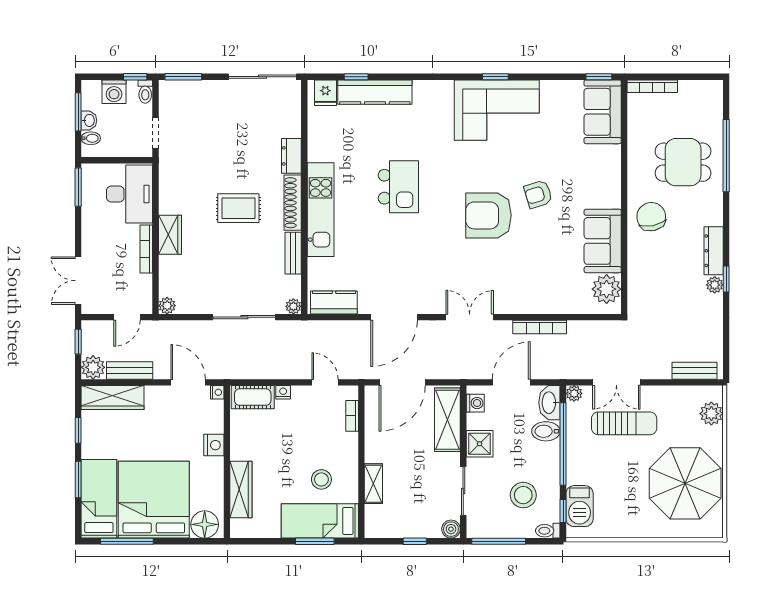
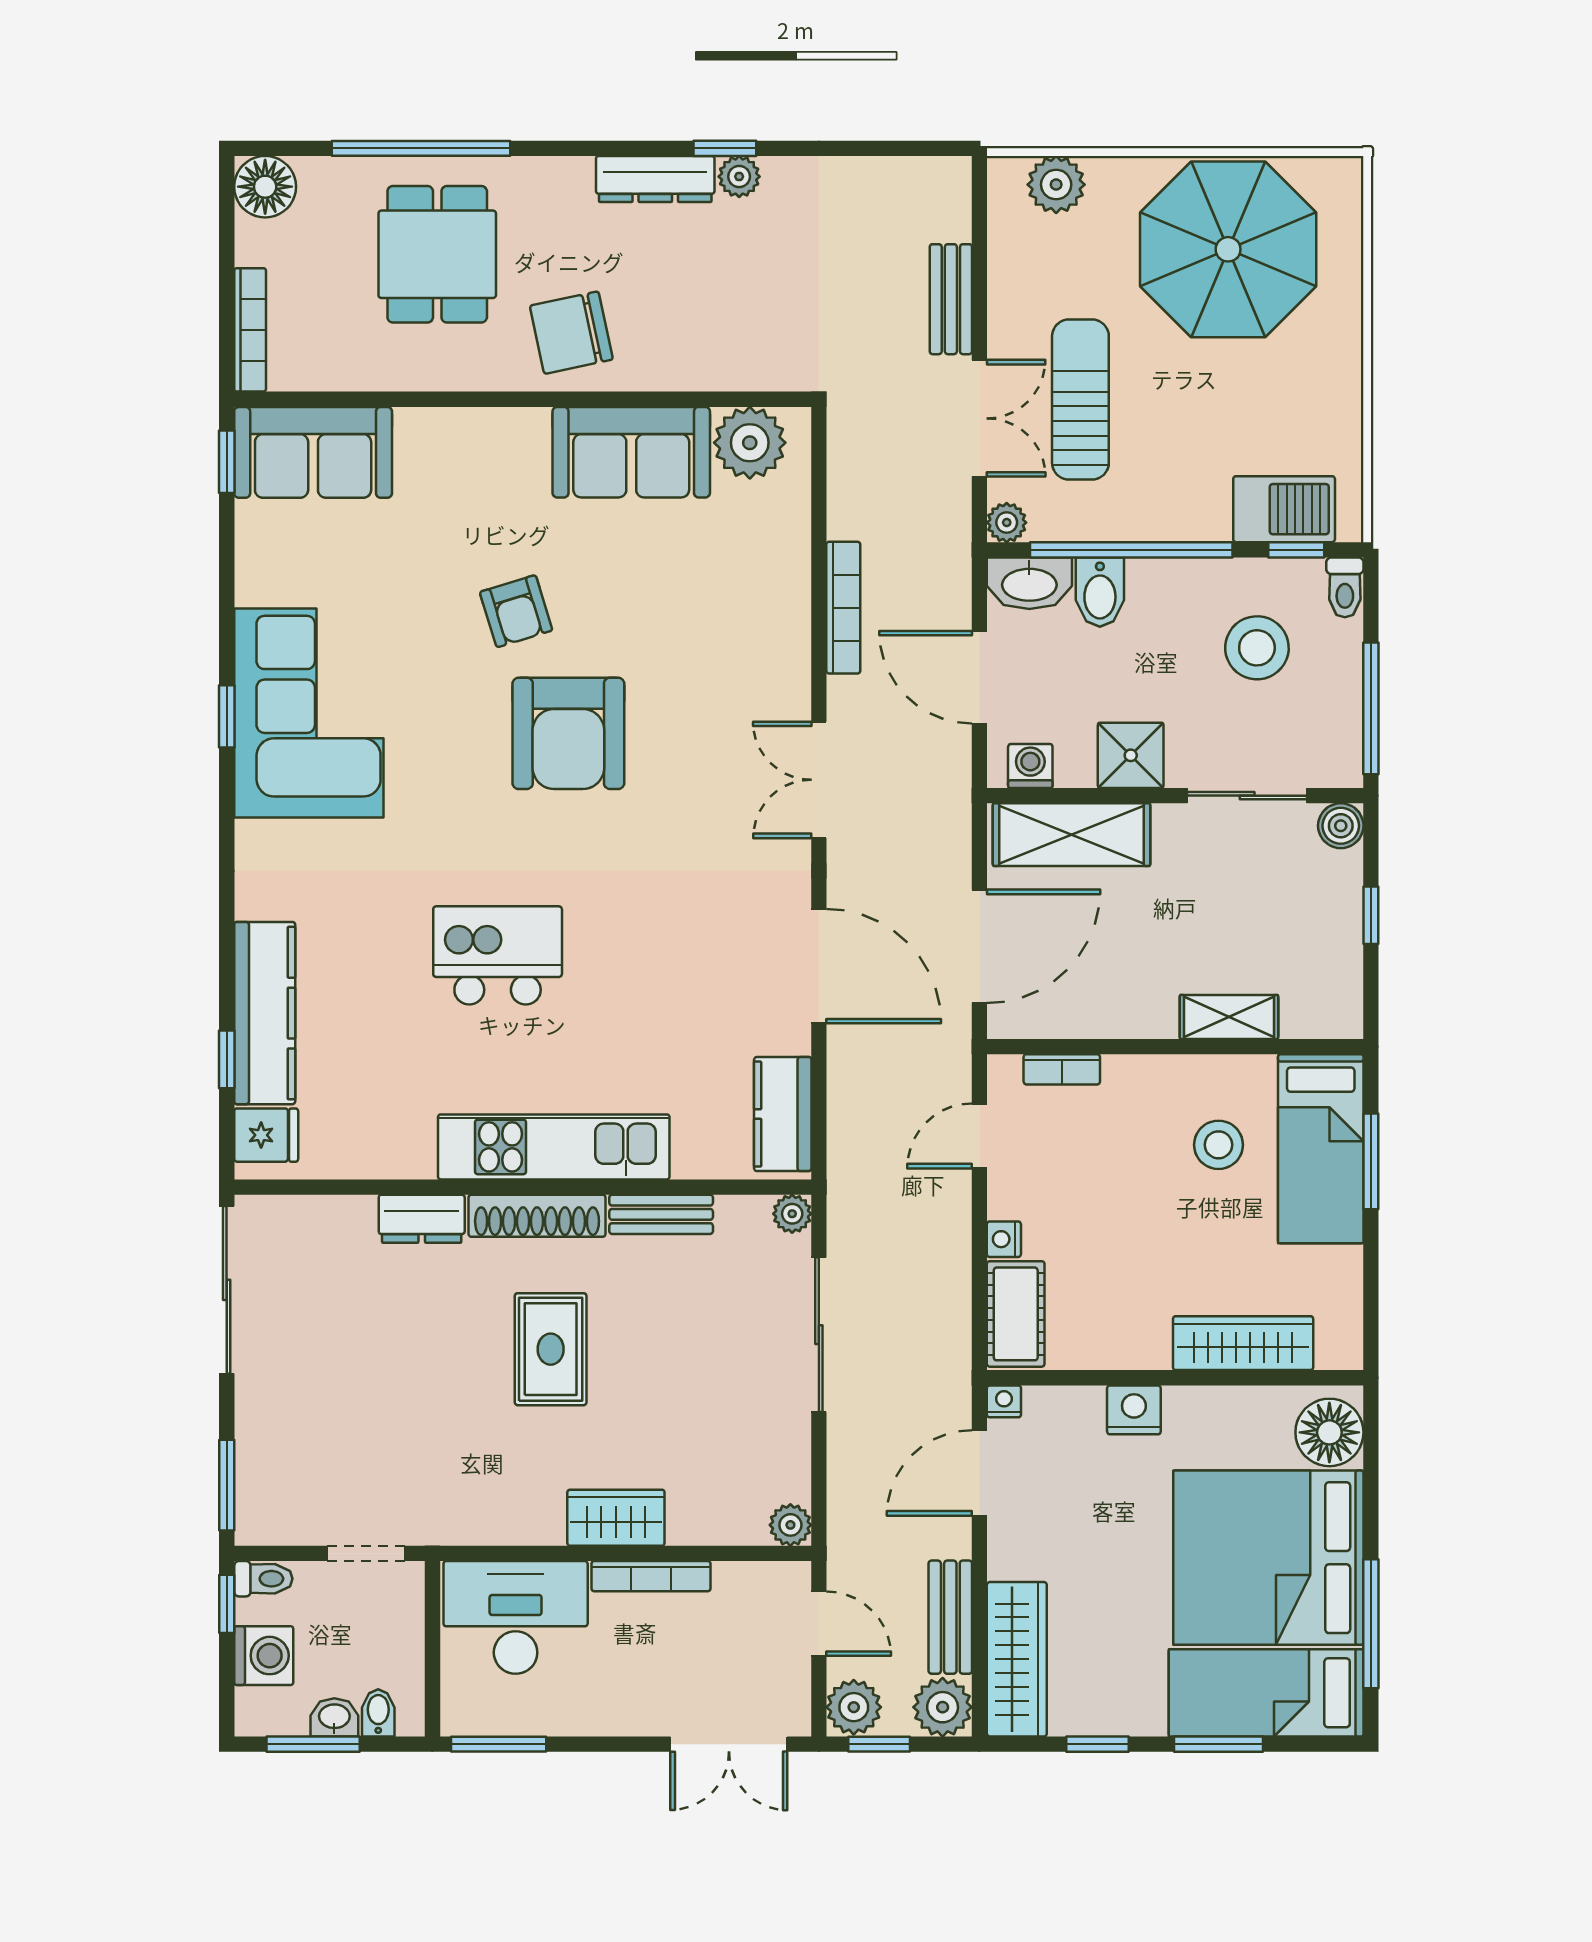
floor lamp: (710, 92) -> (265, 187), added
plant: (93, 331) -> (854, 1707), added
bench: (694, 371) -> (951, 299), moved
door: (402, 382) -> (979, 946), hinge flipped

